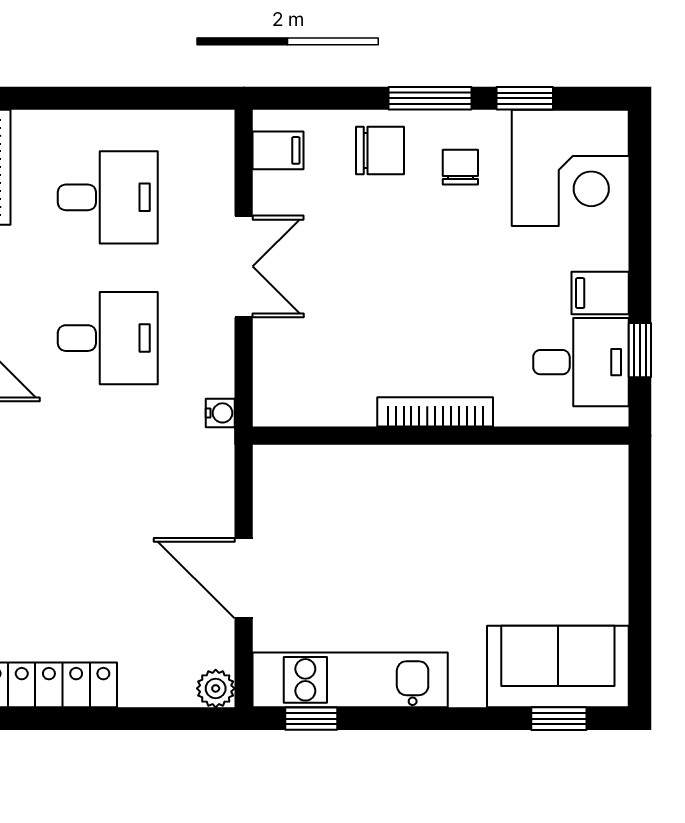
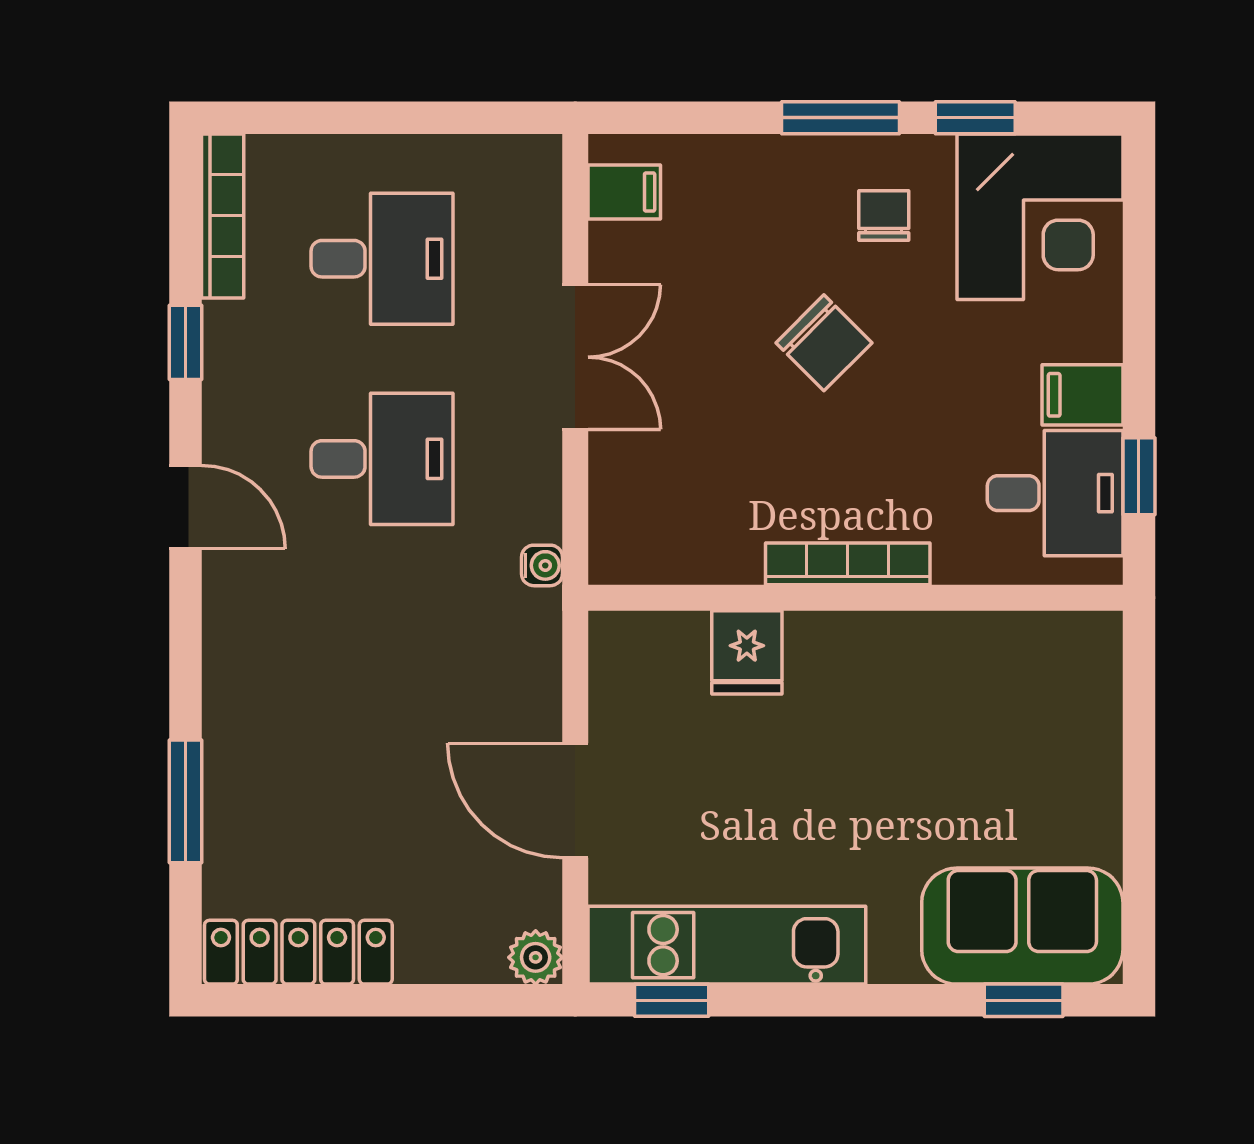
chair: (380, 151) -> (824, 343), moved, turned 45
fridge: (364, 474) -> (747, 652), added

